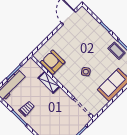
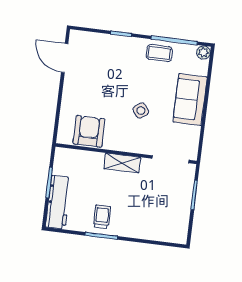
armchair: (53, 62) -> (89, 131), turned 90
shelving: (49, 82) -> (122, 163), moved

